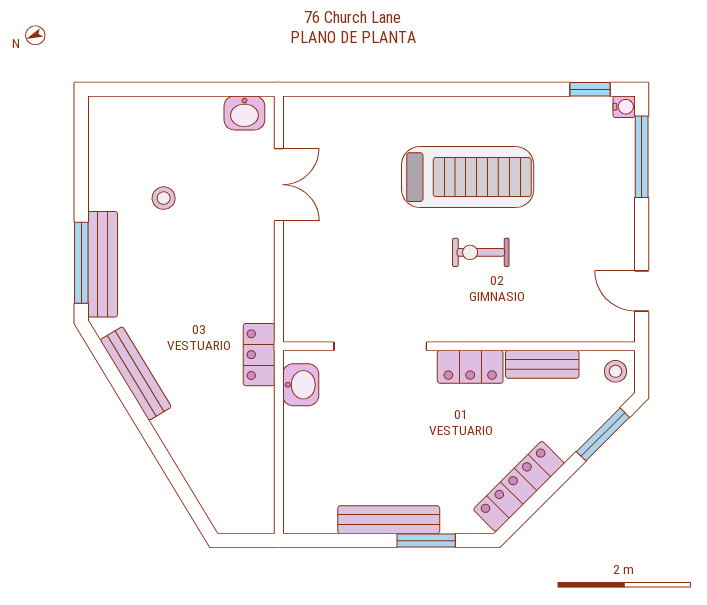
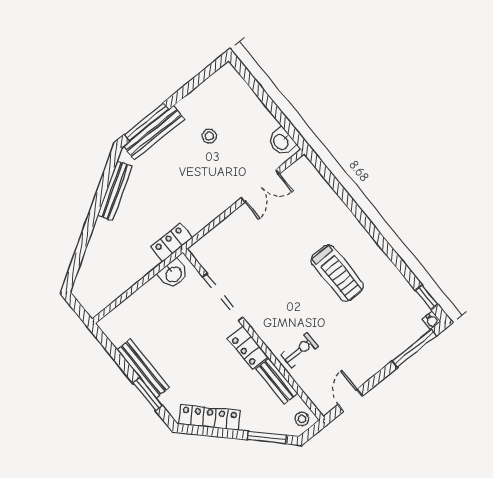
treadmill: (468, 177) -> (337, 273), width x0.73, depth x0.73
exercise bike: (481, 252) -> (299, 350), moved, turned 90

